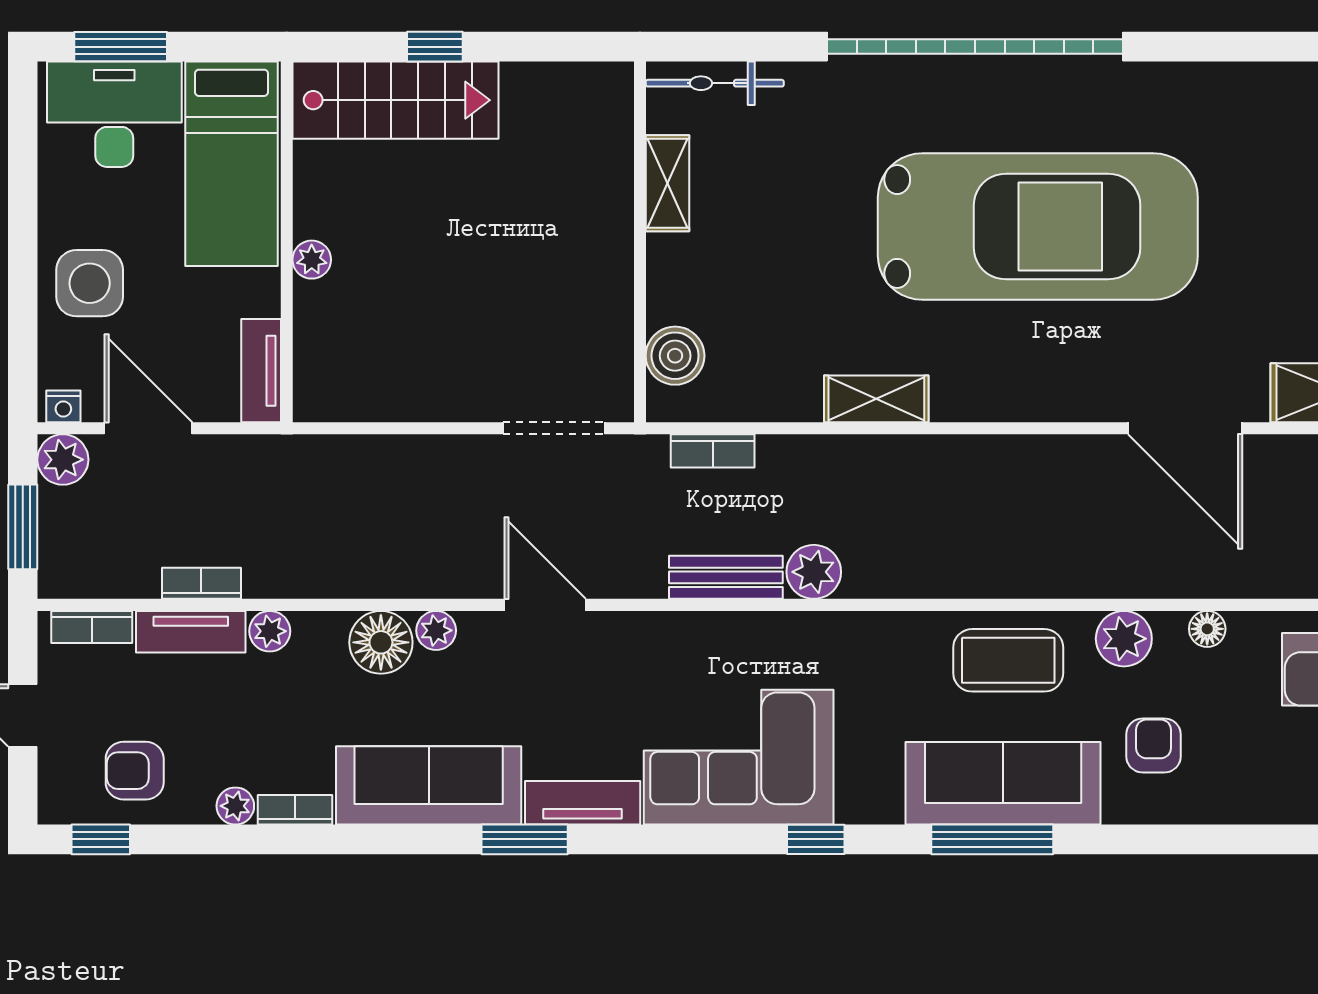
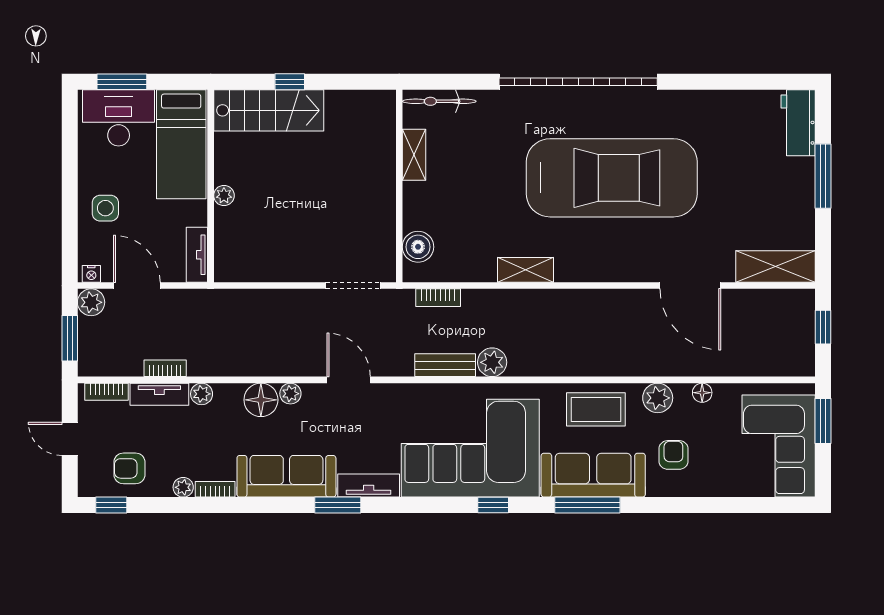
side table: (90, 283) -> (105, 208), width x0.73, depth x0.73
corner sofa: (739, 757) -> (470, 448), width x1.36, depth x1.36

